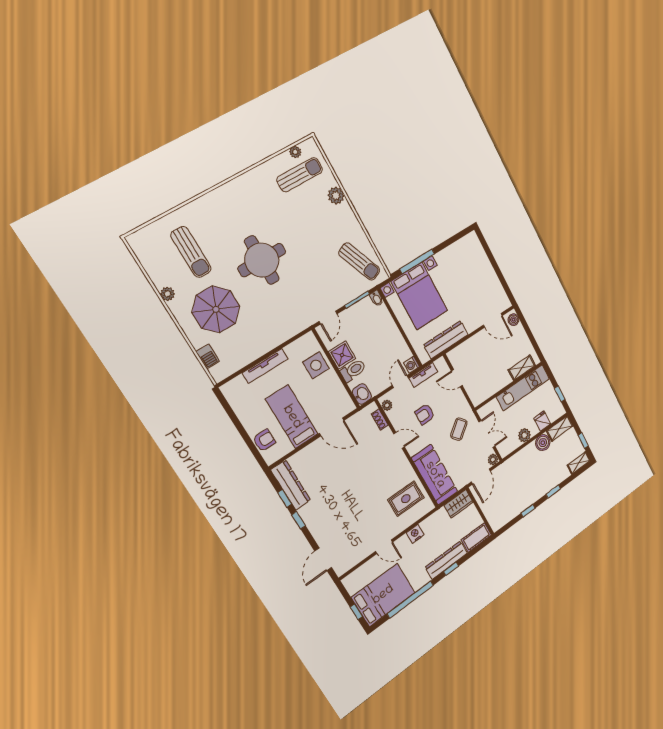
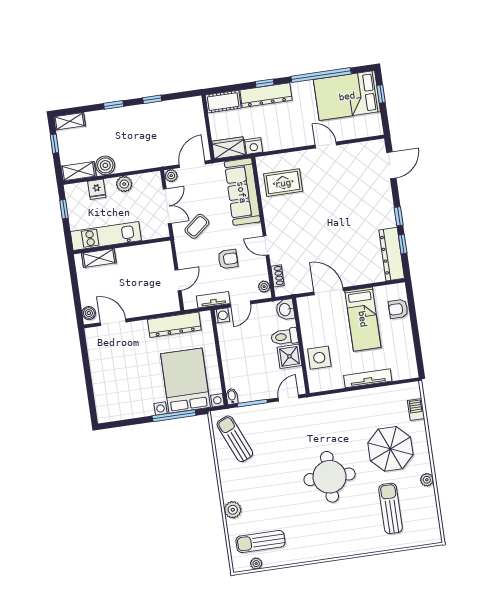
door: (457, 378) -> (178, 280), hinge flipped
double door: (487, 434) -> (167, 206), swing flipped
nightstand: (415, 534) -> (254, 146), moved

